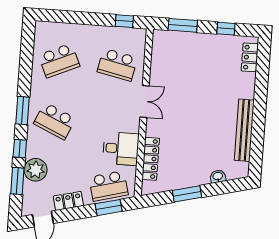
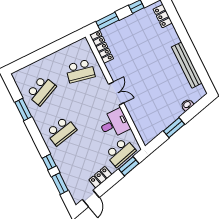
window: (124, 21) -> (68, 40), removed
double door: (145, 101) -> (116, 94), moved
window: (23, 111) -> (23, 109), moved
school desk: (55, 121) -> (61, 131), turned -36
locker: (151, 159) -> (102, 47), moved
plant: (36, 170) -> (67, 170), removed

